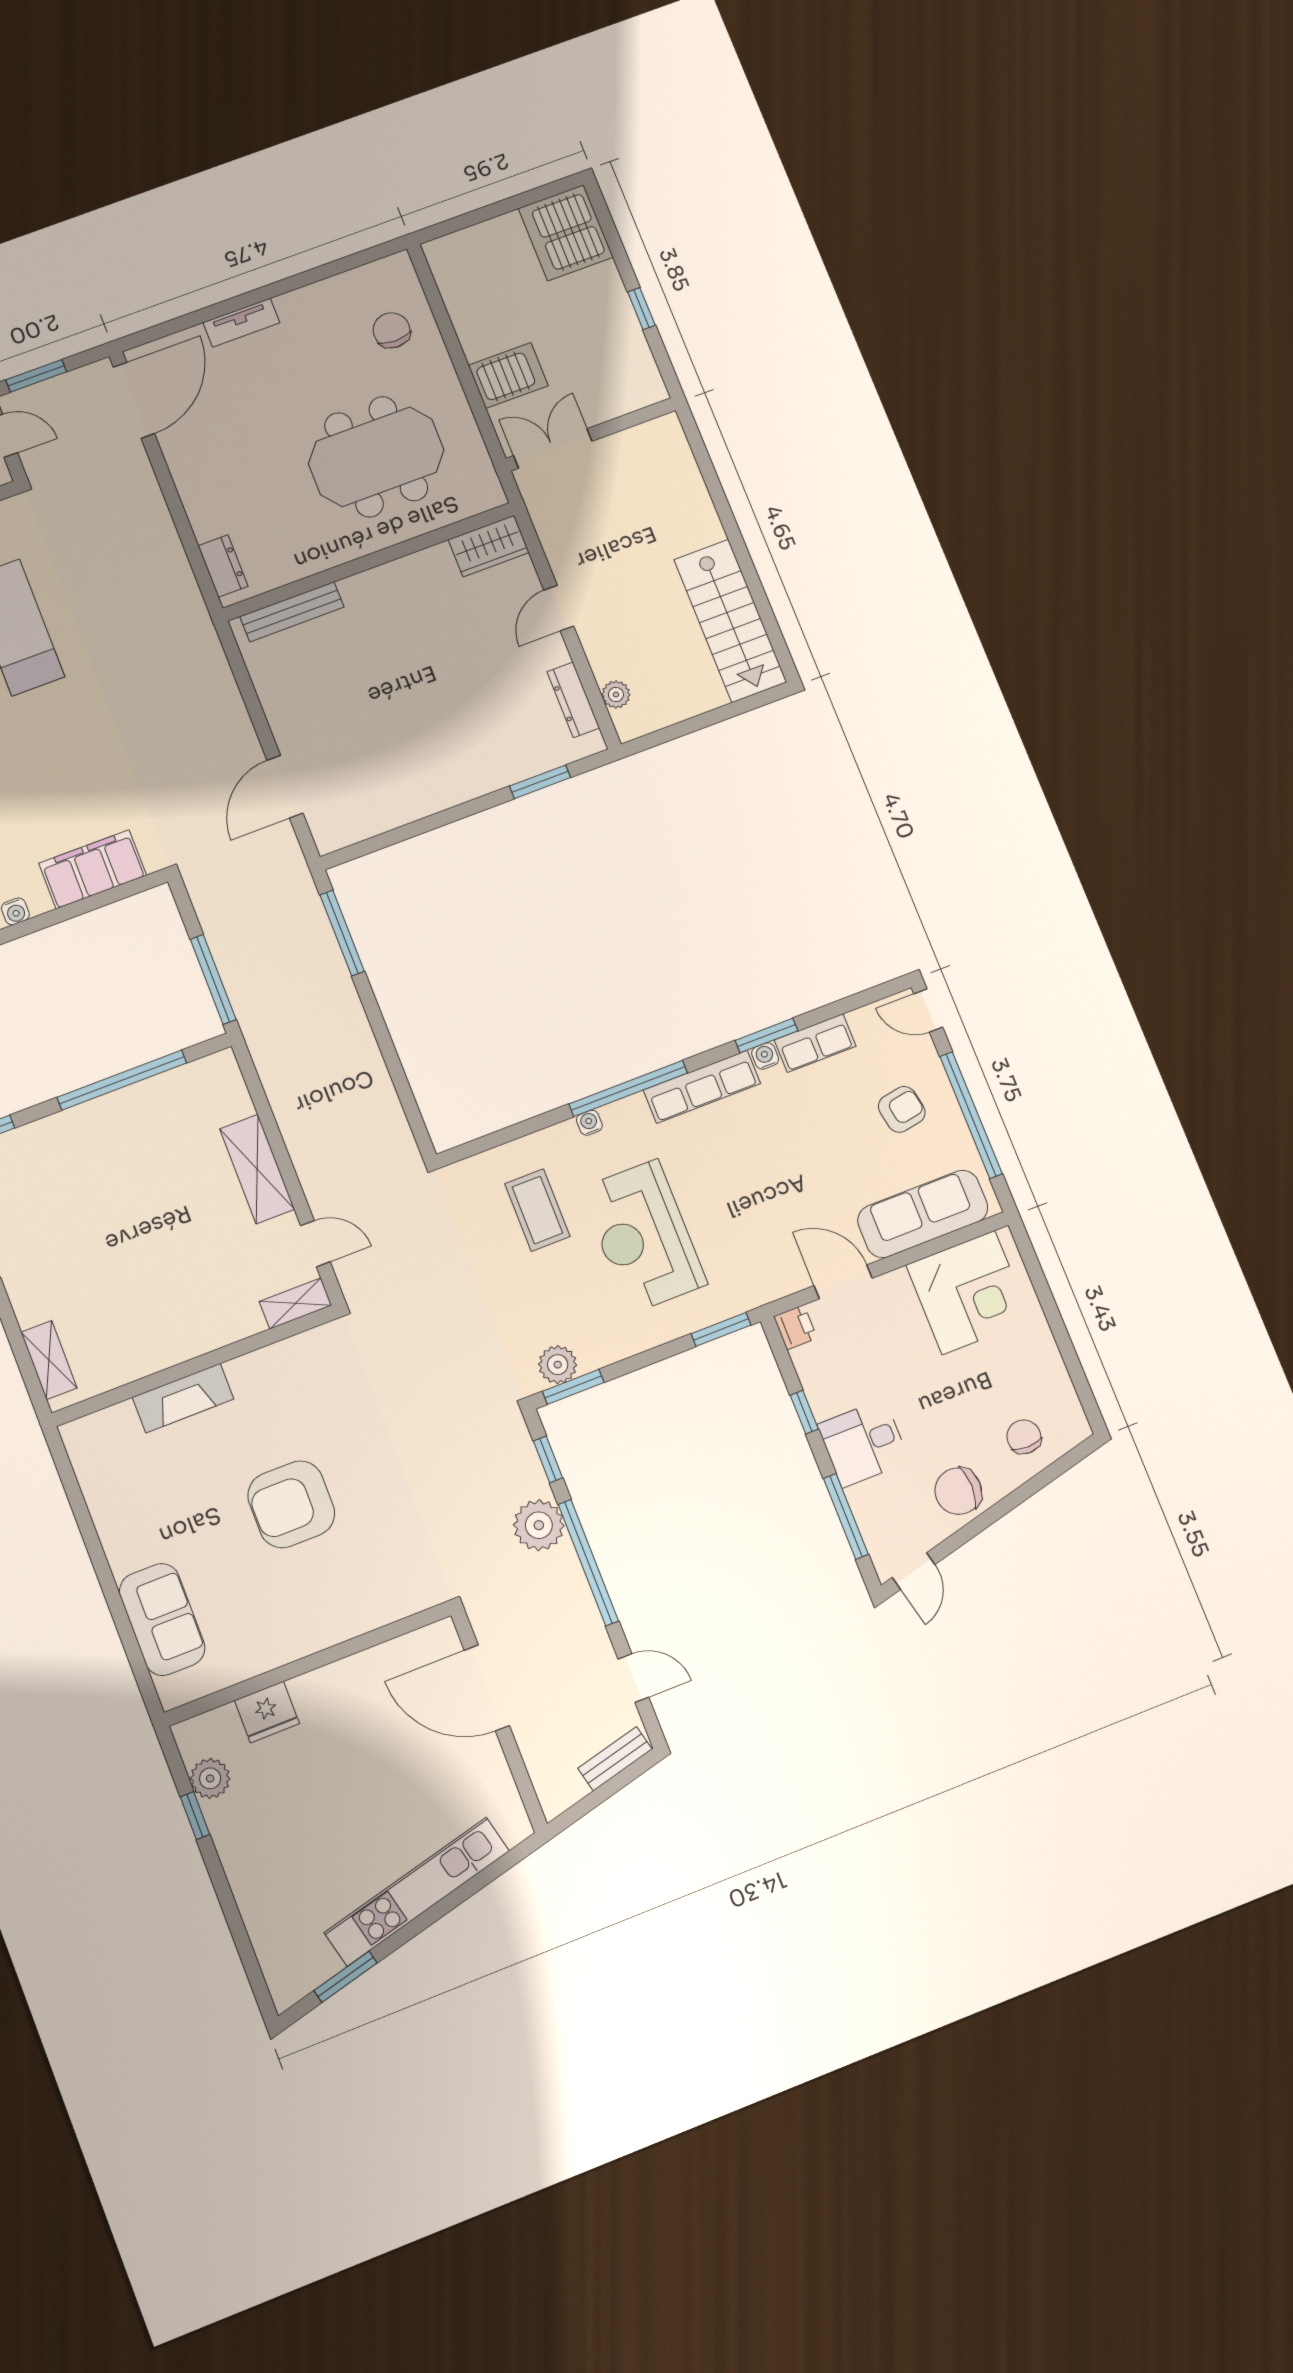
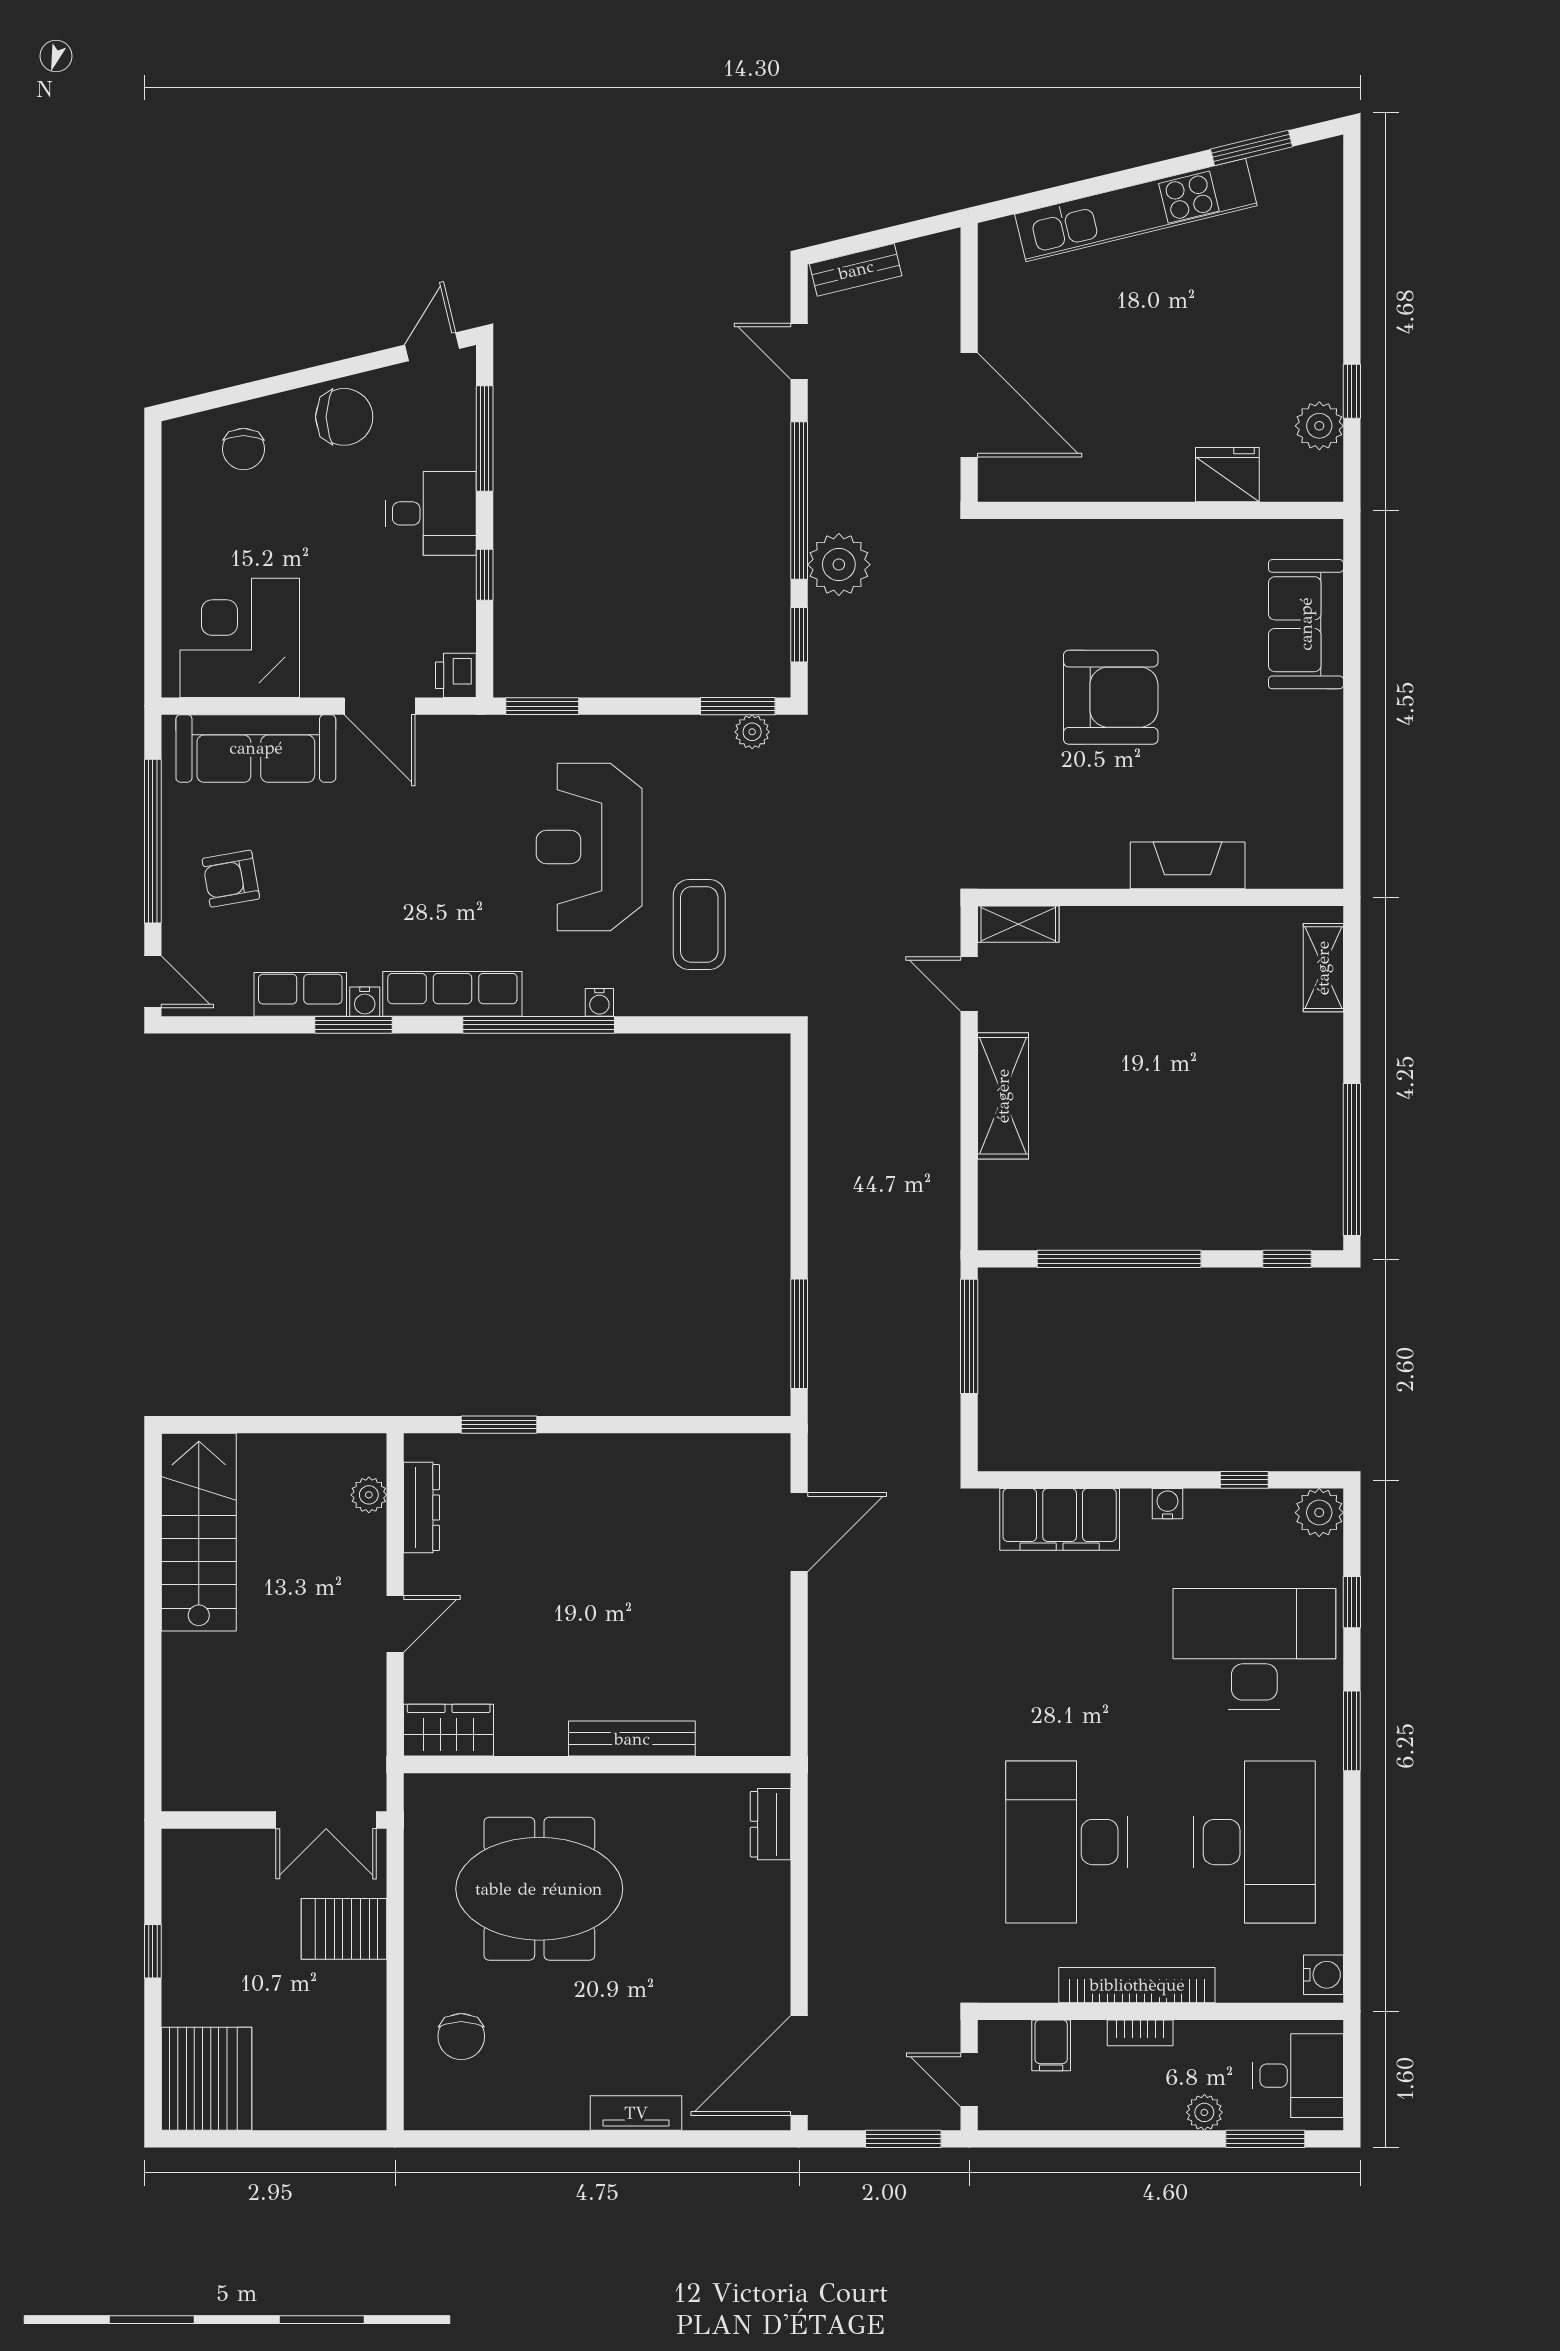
bench: (292, 612) -> (632, 1739), moved
reception desk: (643, 1236) -> (589, 847), turned 180
plant: (558, 1365) -> (752, 732), width x0.73, depth x0.73

